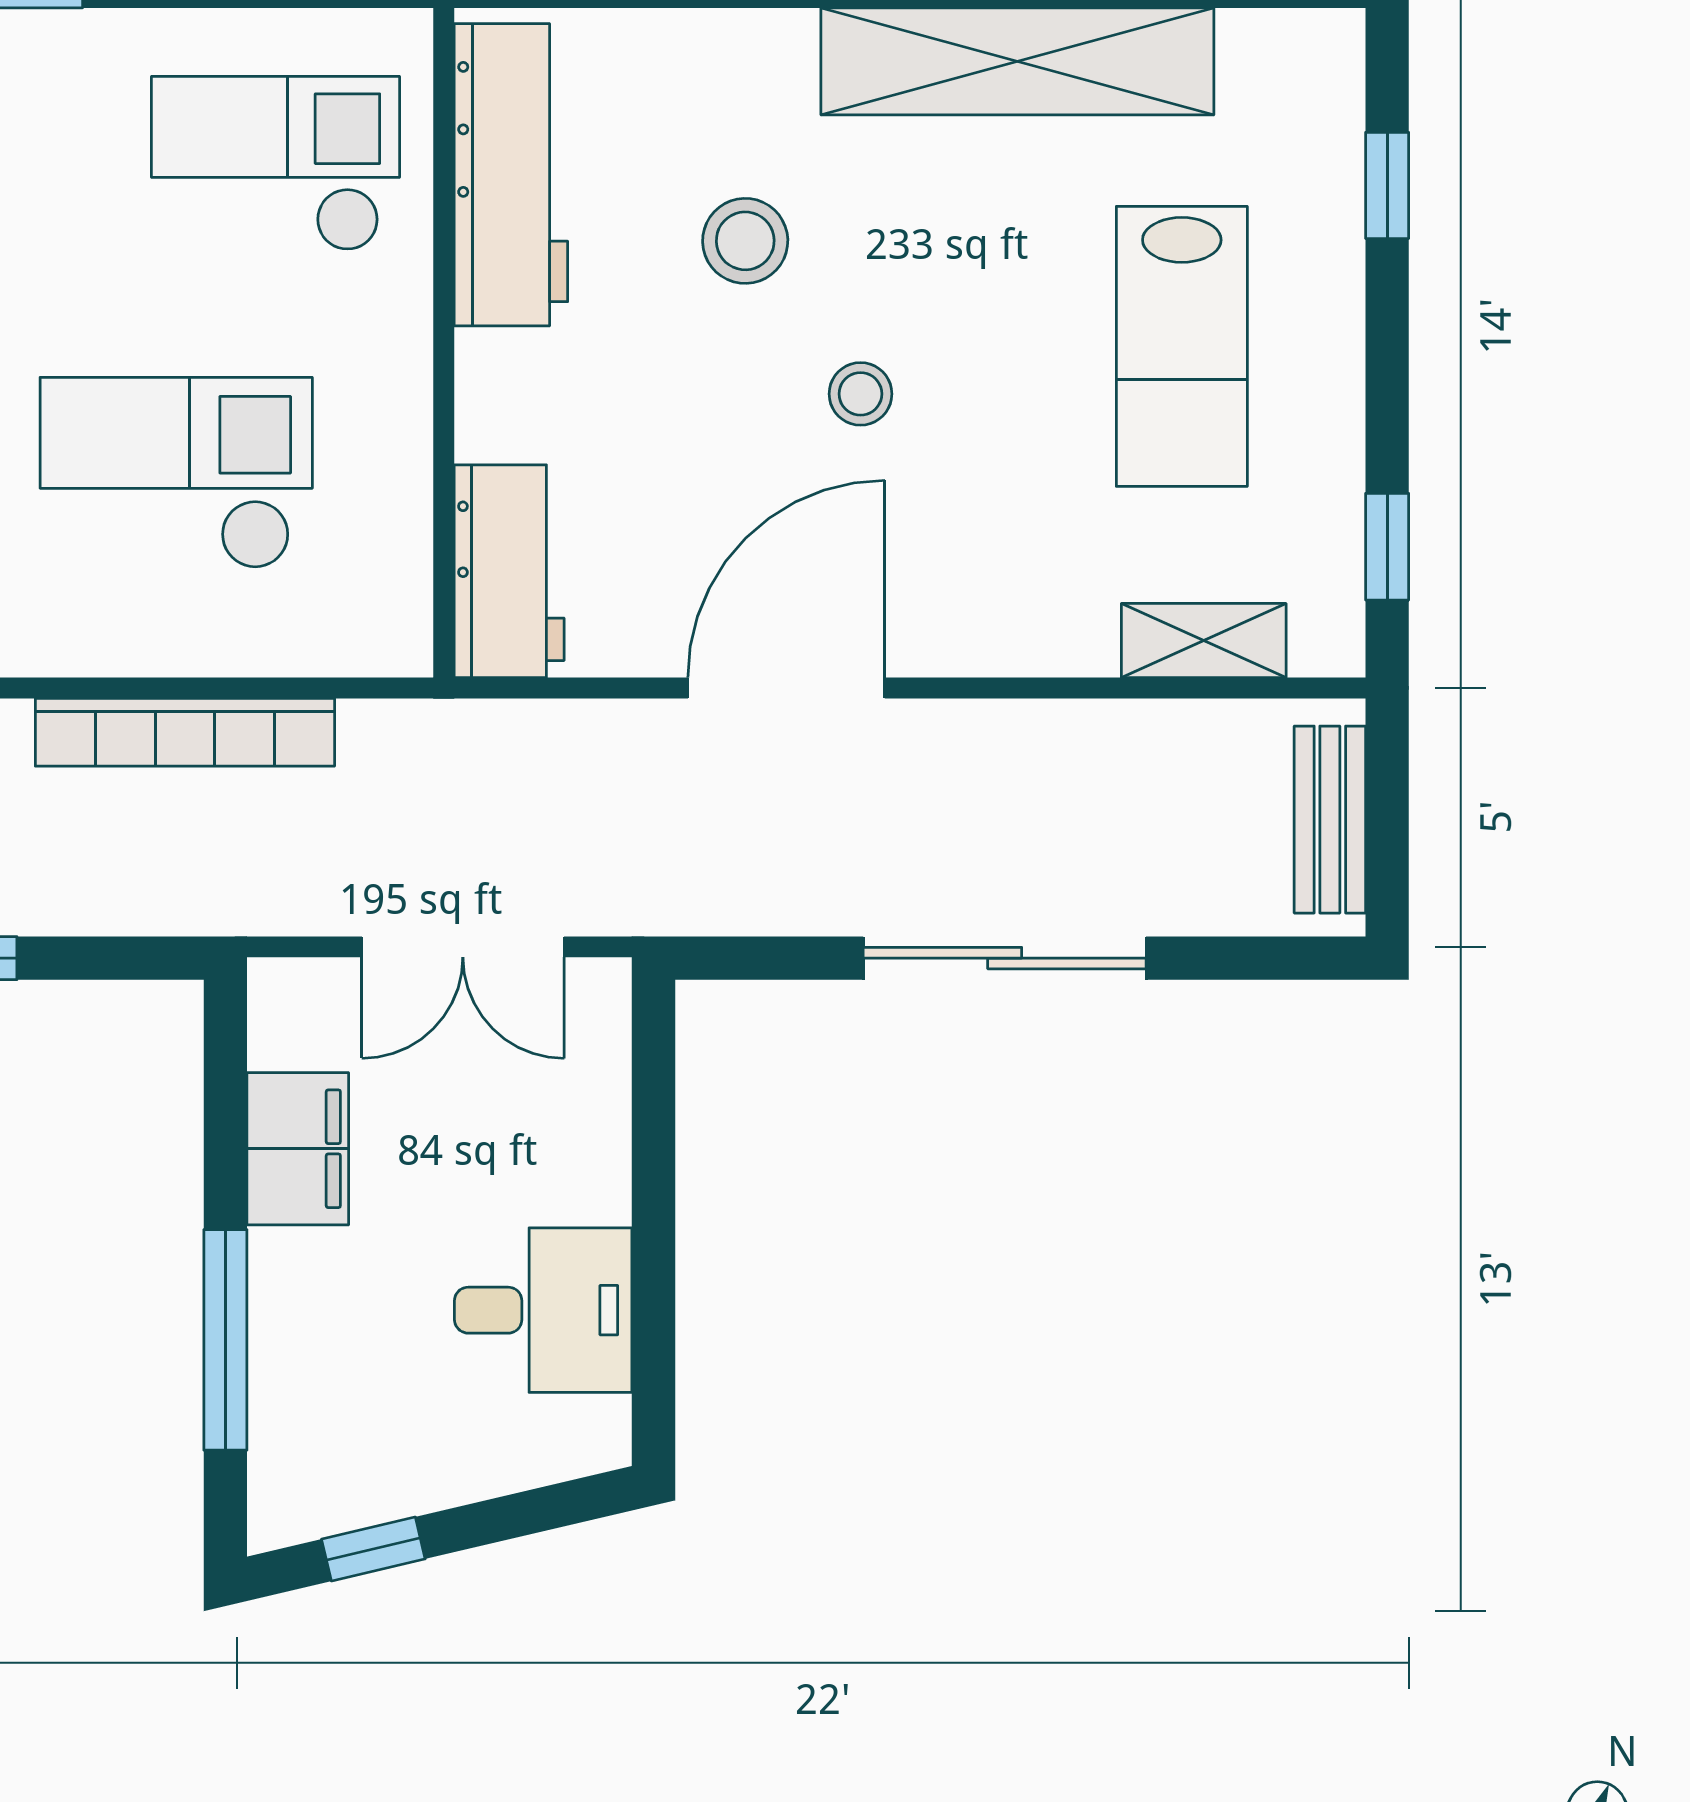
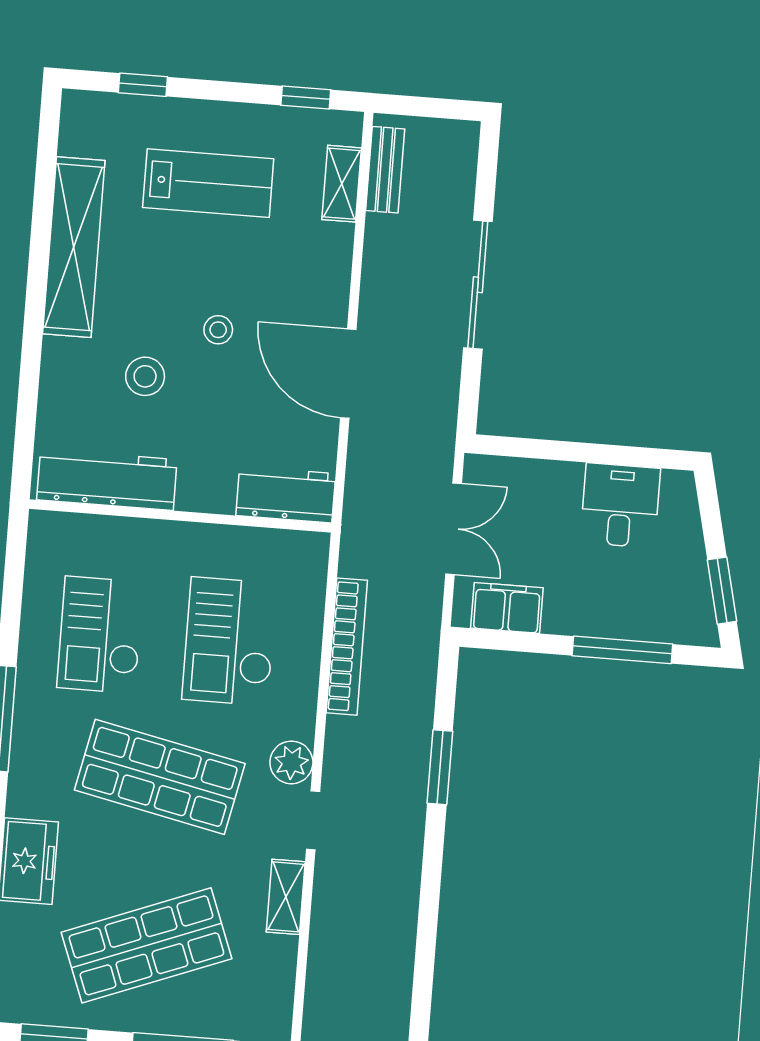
checkout: (275, 164) -> (100, 635), moved
bench: (1330, 820) -> (385, 170), moved, turned 90
filing cabinet: (298, 1149) -> (507, 608), moved
window: (373, 1549) -> (722, 591), width x1.50

